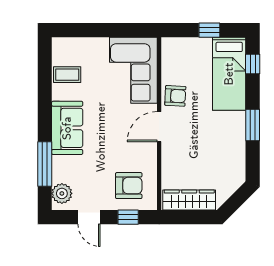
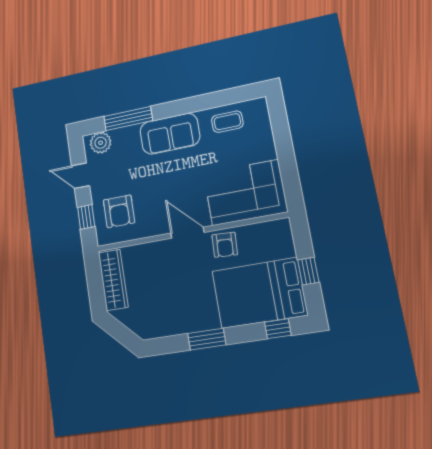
bed: (229, 74) -> (259, 293), width x1.50
coffee table: (67, 75) -> (227, 122), turned 90
door: (89, 217) -> (80, 176), hinge flipped

